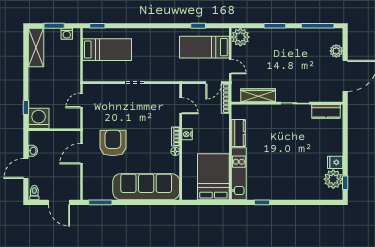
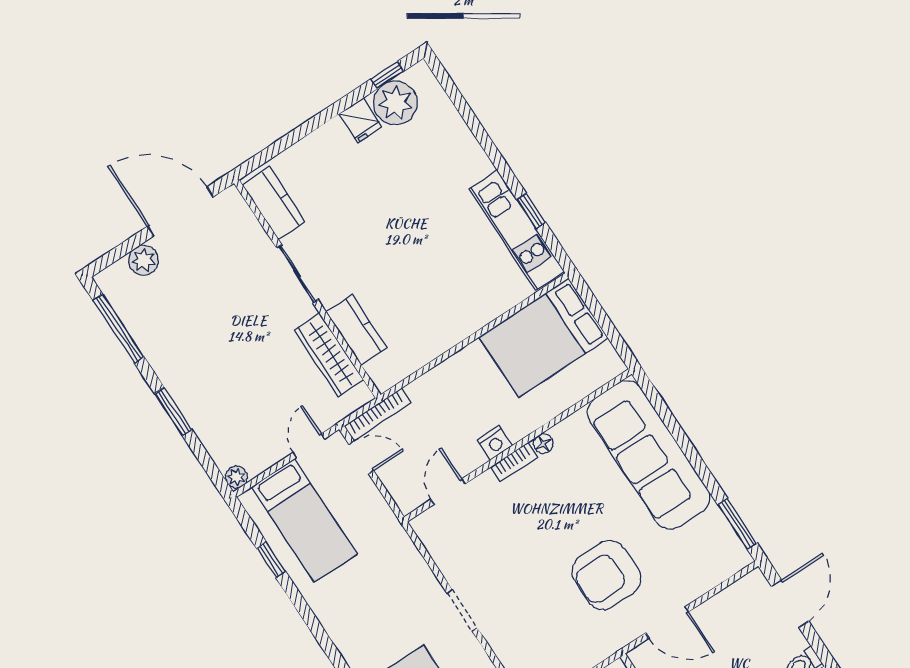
plant: (240, 37) -> (236, 477), width x0.53, depth x0.53
kitchen counter: (238, 133) -> (357, 330), moved, turned 90
kitchen unit: (239, 174) -> (517, 230), moved, turned -90

